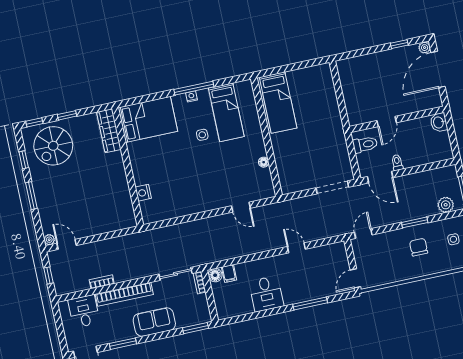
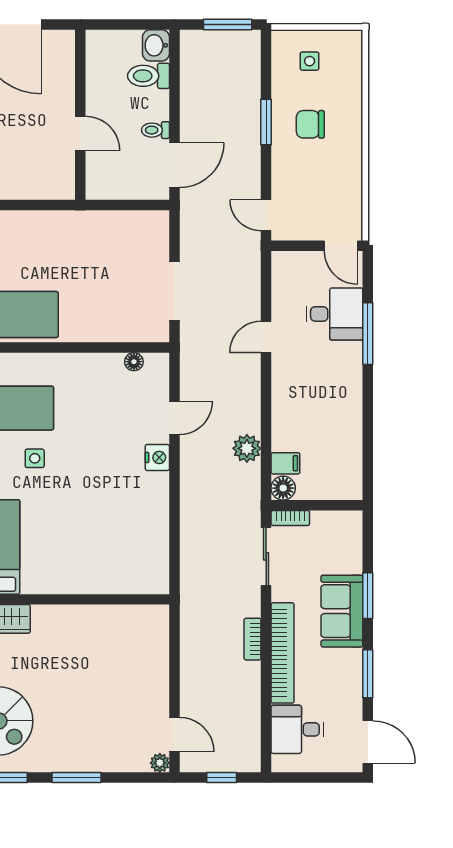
washbasin: (439, 122) -> (156, 45), moved, turned 90
toilet: (365, 144) -> (149, 76), moved, turned -90
floor lamp: (264, 162) -> (134, 362), moved
doorway: (332, 187) -> (174, 291), moved
nightstand: (143, 193) -> (157, 457), moved, turned -90
plant: (446, 205) -> (247, 448), moved
door: (67, 244) -> (174, 734), swing flipped
bookcase: (102, 282) -> (253, 639), moved
desk: (266, 294) -> (334, 314), moved
window: (196, 328) -> (368, 596), moved

